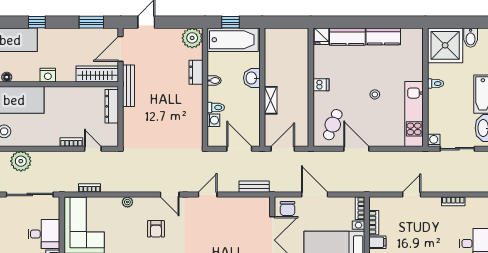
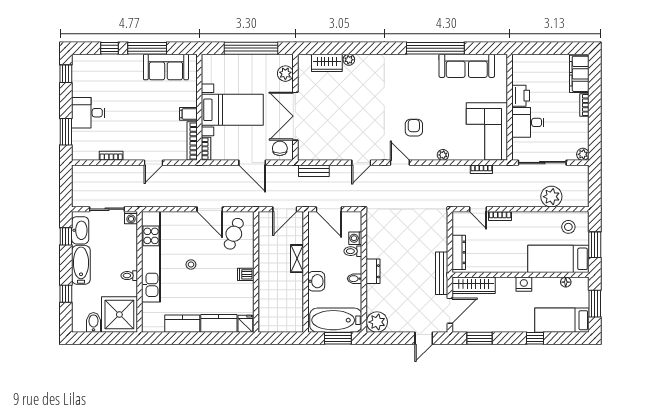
window: (230, 22) -> (338, 338), width x1.50
dresser: (196, 72) -> (373, 271), moved
kitchen unit: (414, 114) -> (151, 257), width x1.36
bookcase: (374, 223) -> (192, 141), width x1.56

